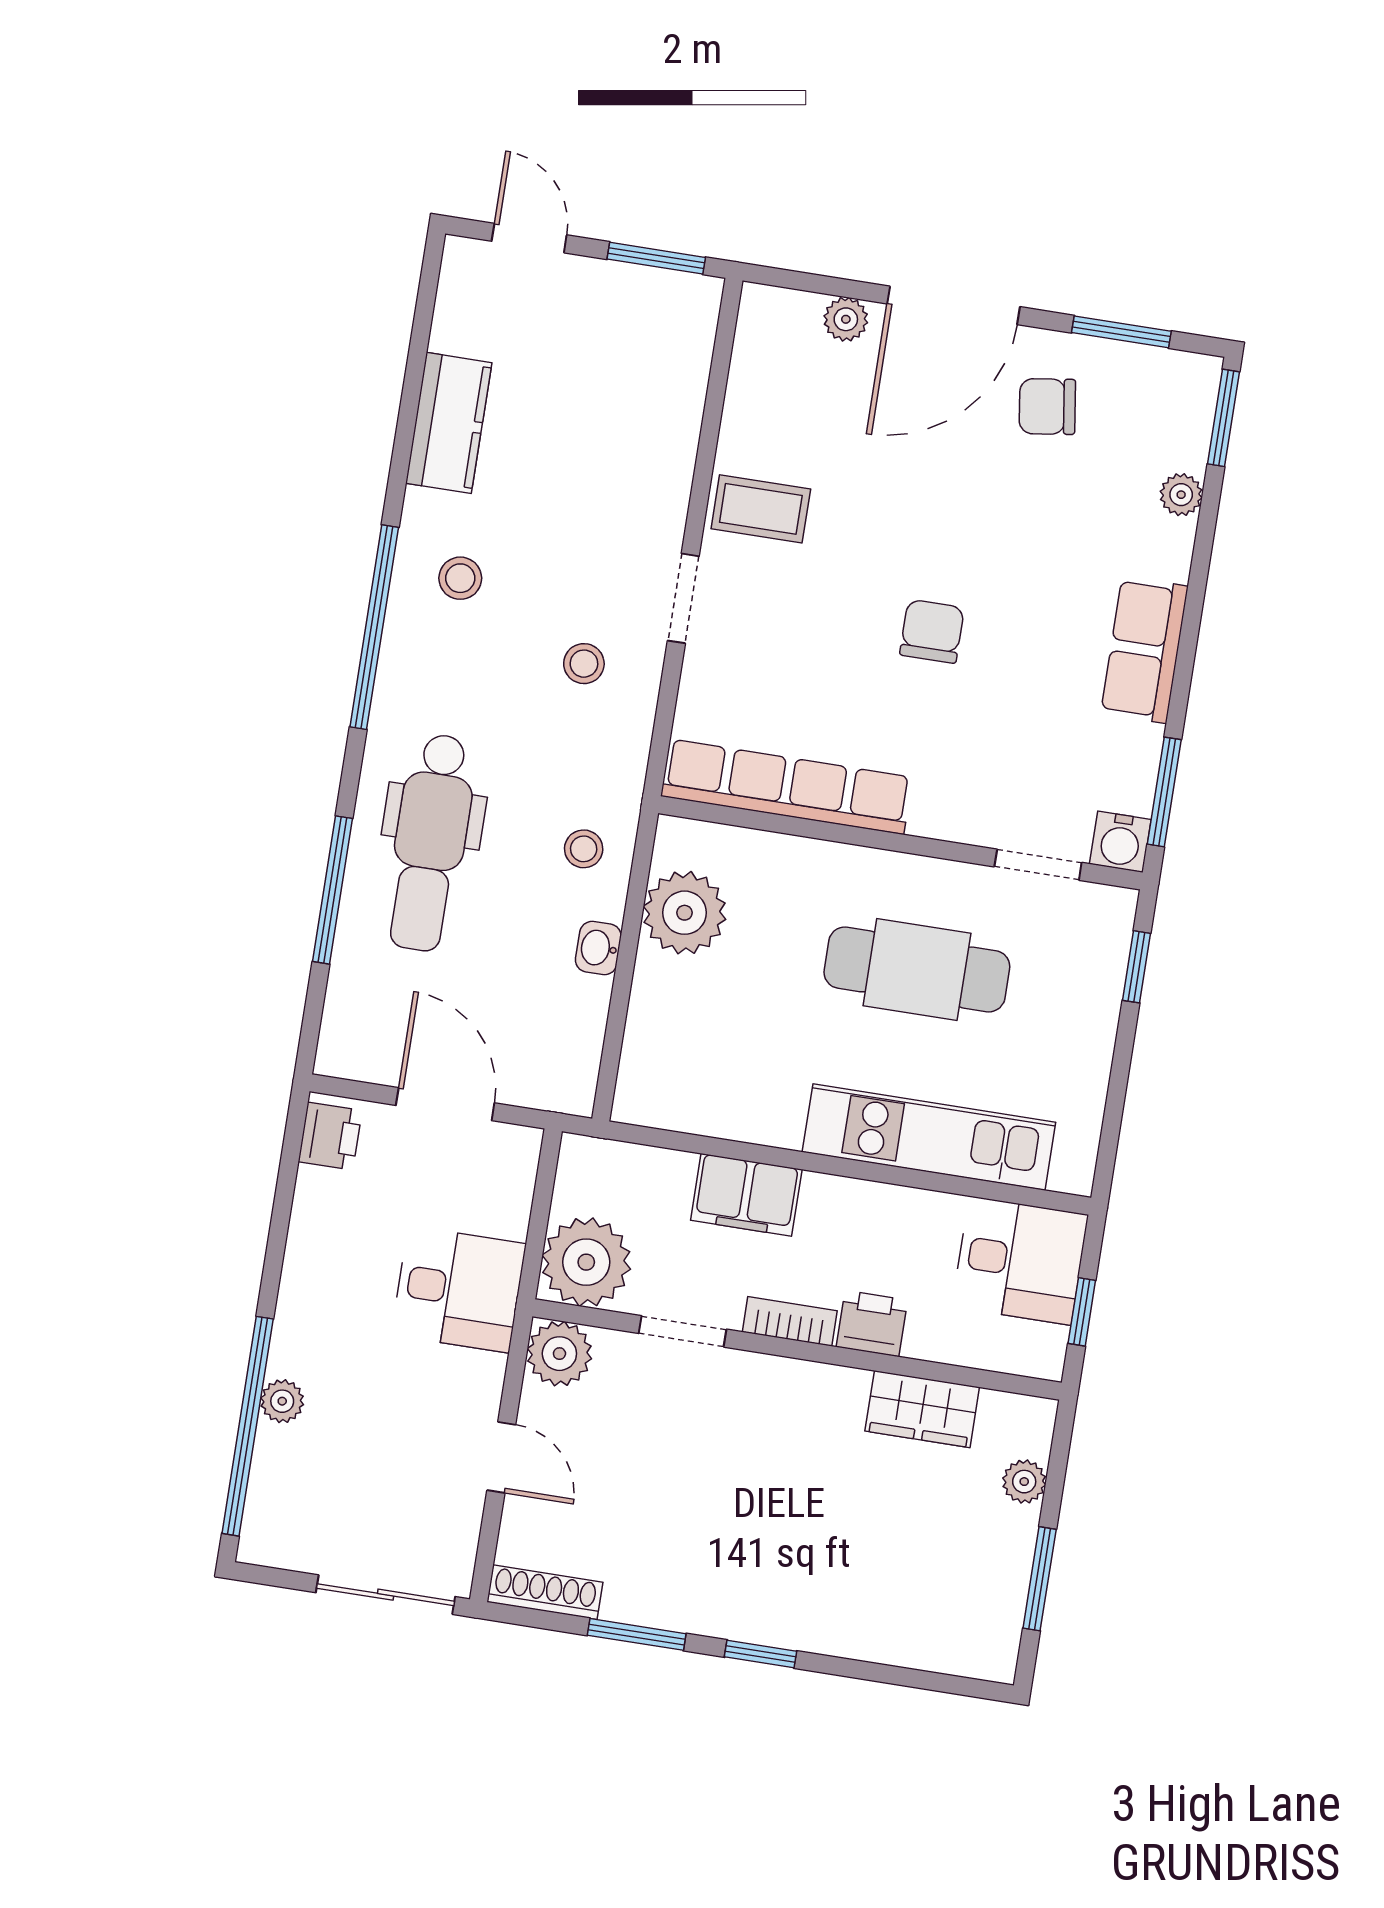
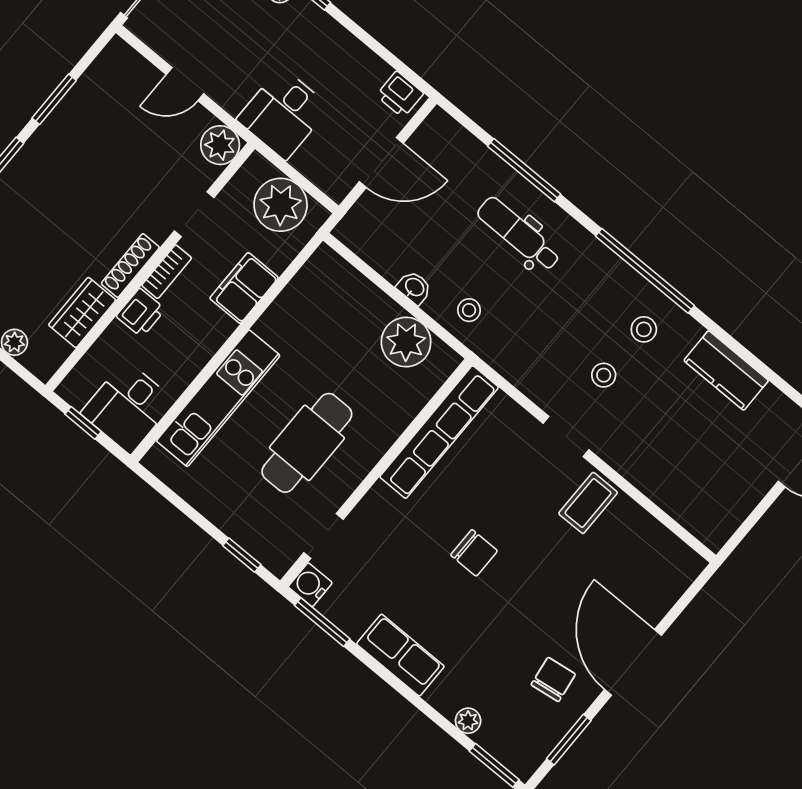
window: (656, 258) -> (747, 526), removed
plant: (846, 319) -> (659, 604), removed
stool: (584, 664) -> (604, 375), moved
dental chair: (430, 843) -> (519, 234), width x0.73, depth x0.72
plant: (586, 1262) -> (281, 205), moved
shoe rack: (545, 1592) -> (130, 265), moved, turned 180

